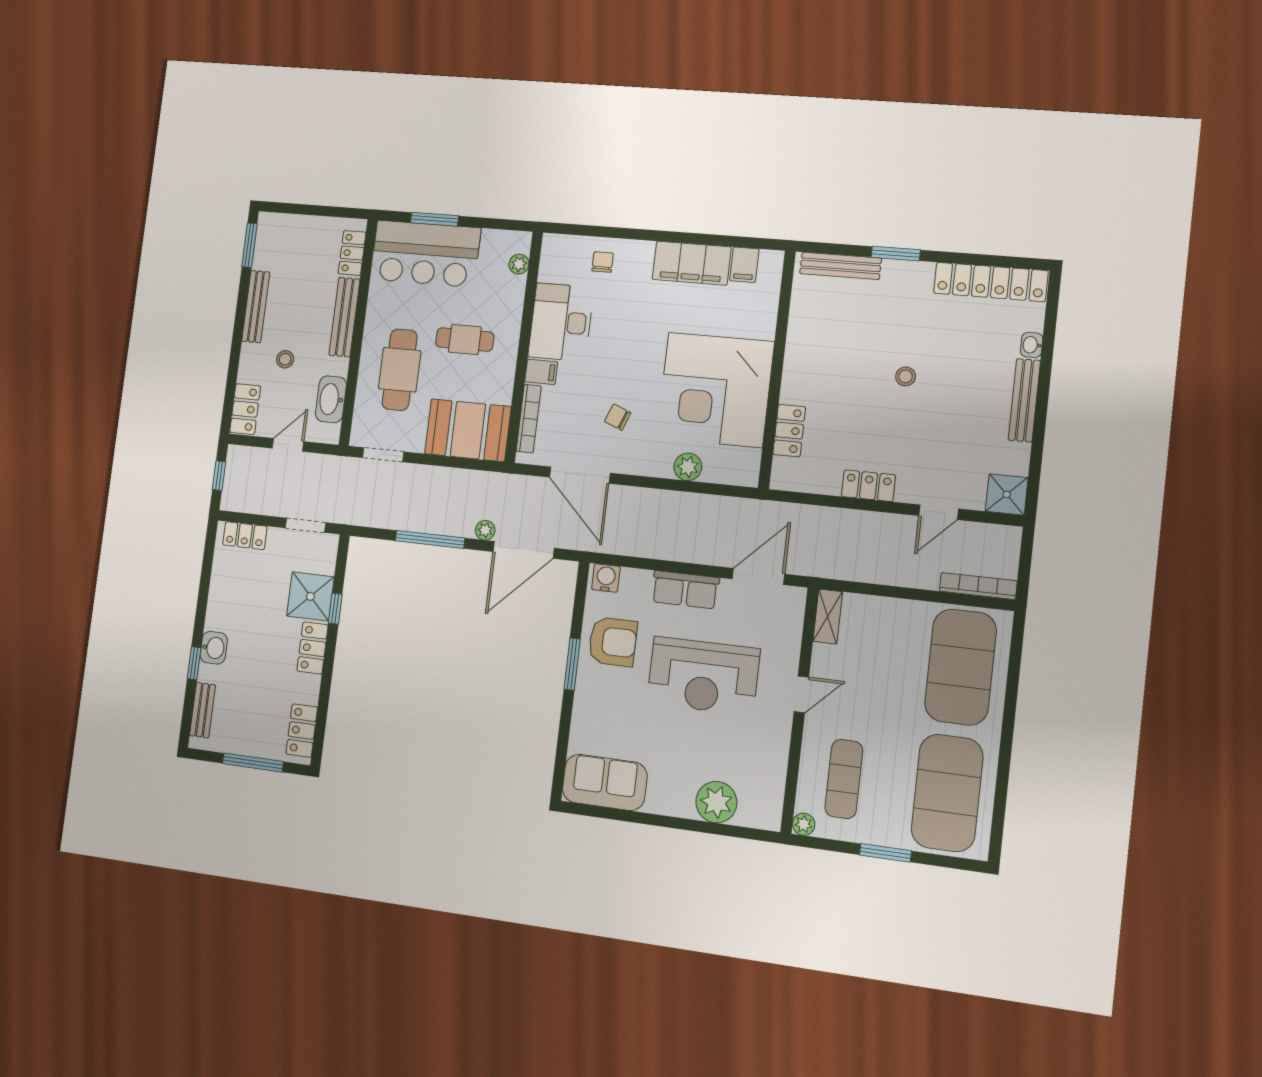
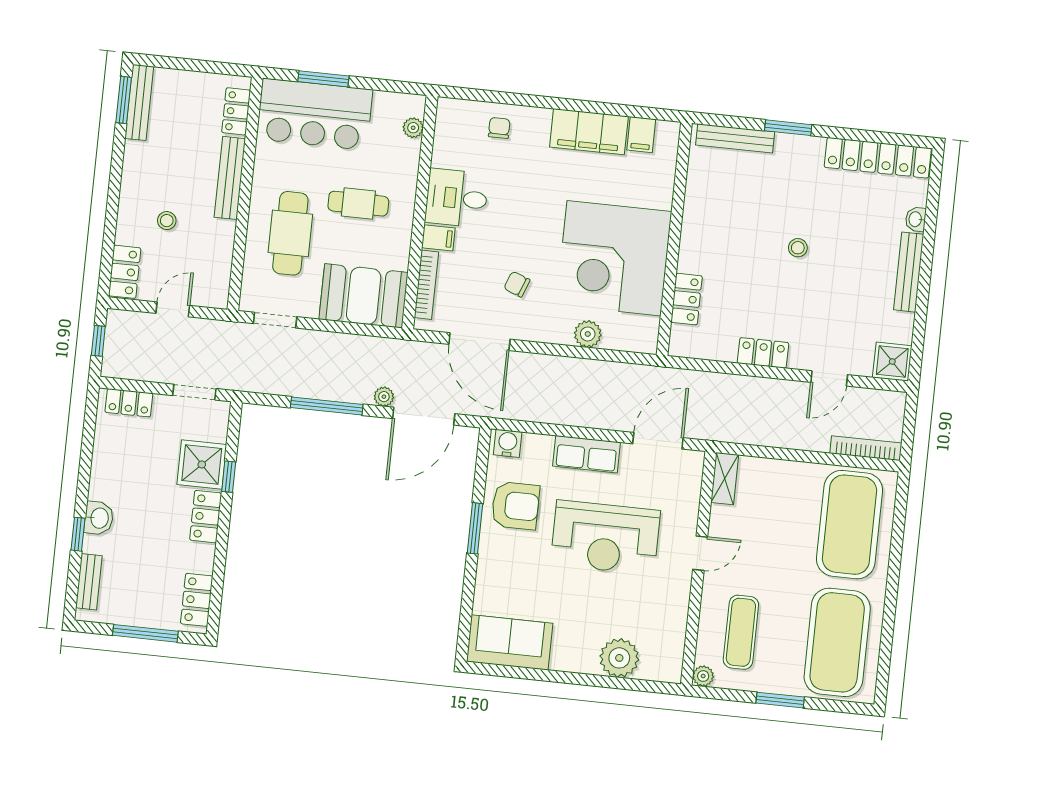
bench: (256, 307) -> (139, 102), moved
desk: (561, 322) -> (457, 198), width x0.73
washbasin: (331, 399) -> (218, 263), removed

